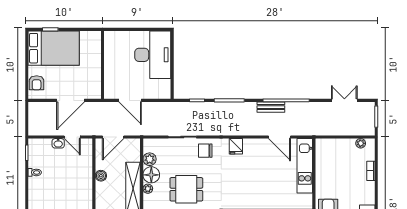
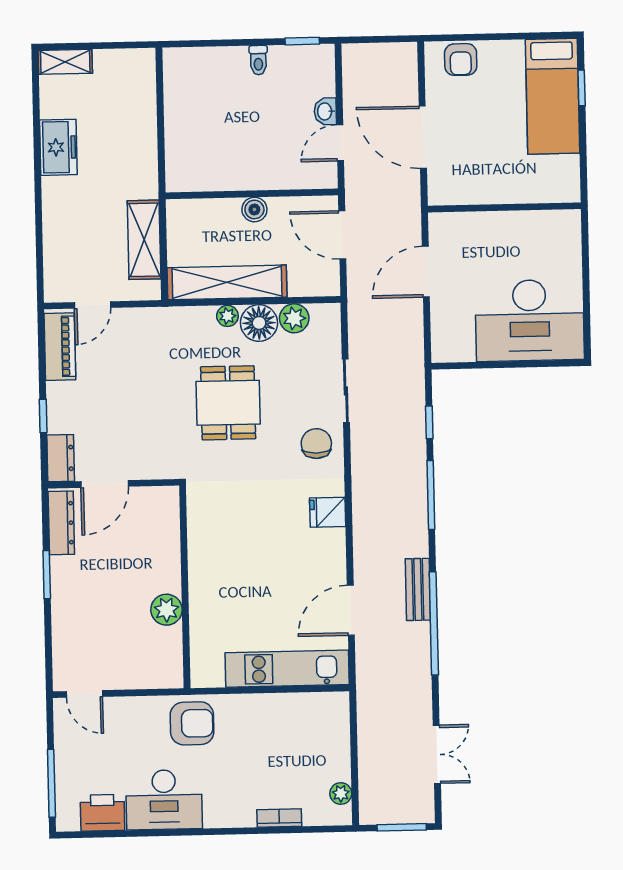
bed: (54, 48) -> (553, 96), width x0.67
armchair: (37, 83) -> (461, 60), turned -90

